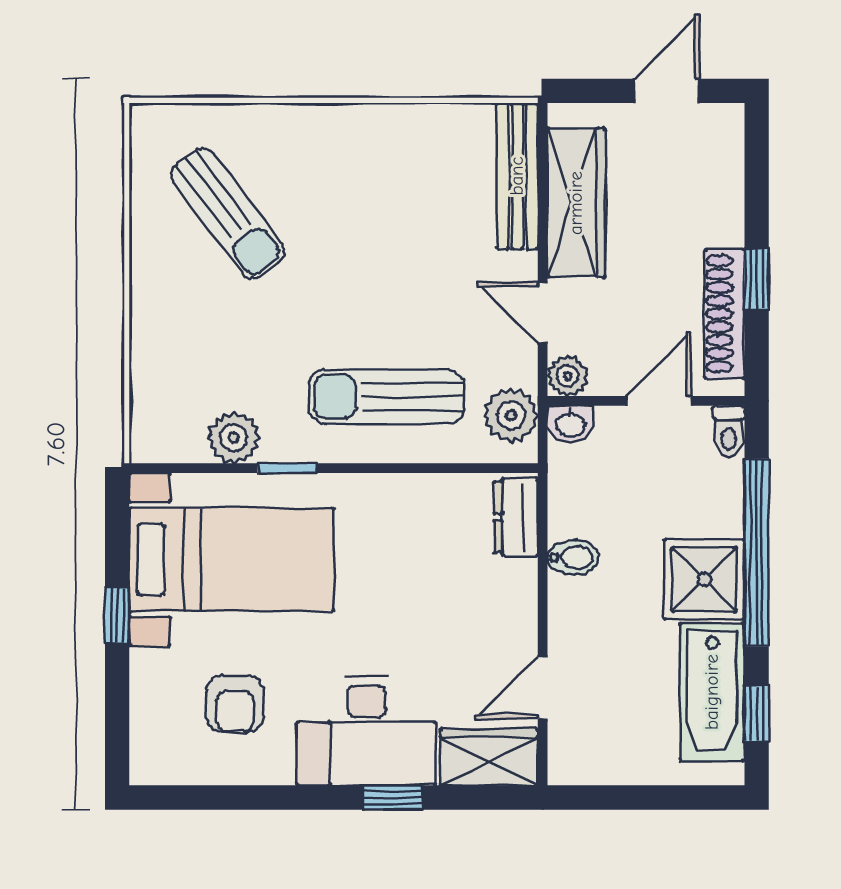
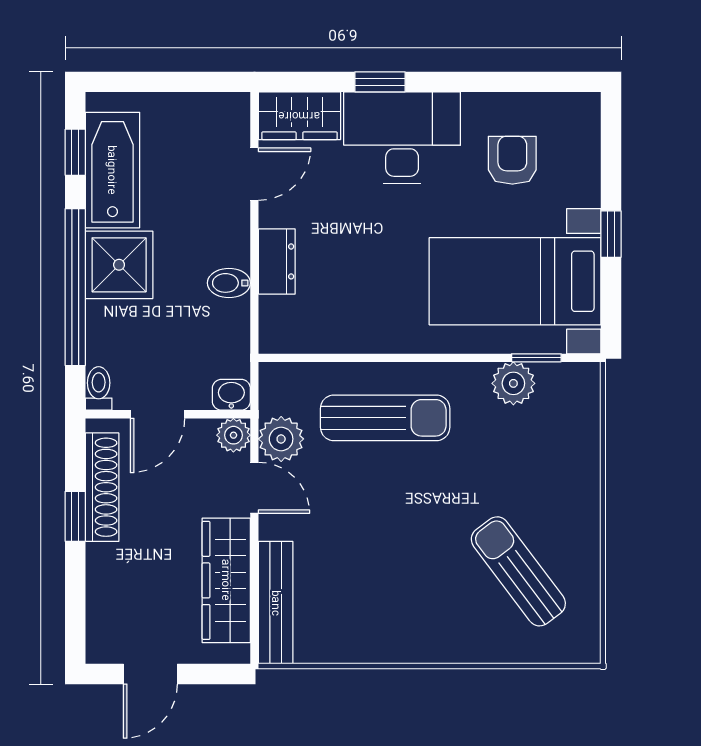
plant: (511, 415) -> (281, 439), moved
window: (287, 468) -> (536, 358), moved
dresser: (516, 517) -> (277, 261), moved

